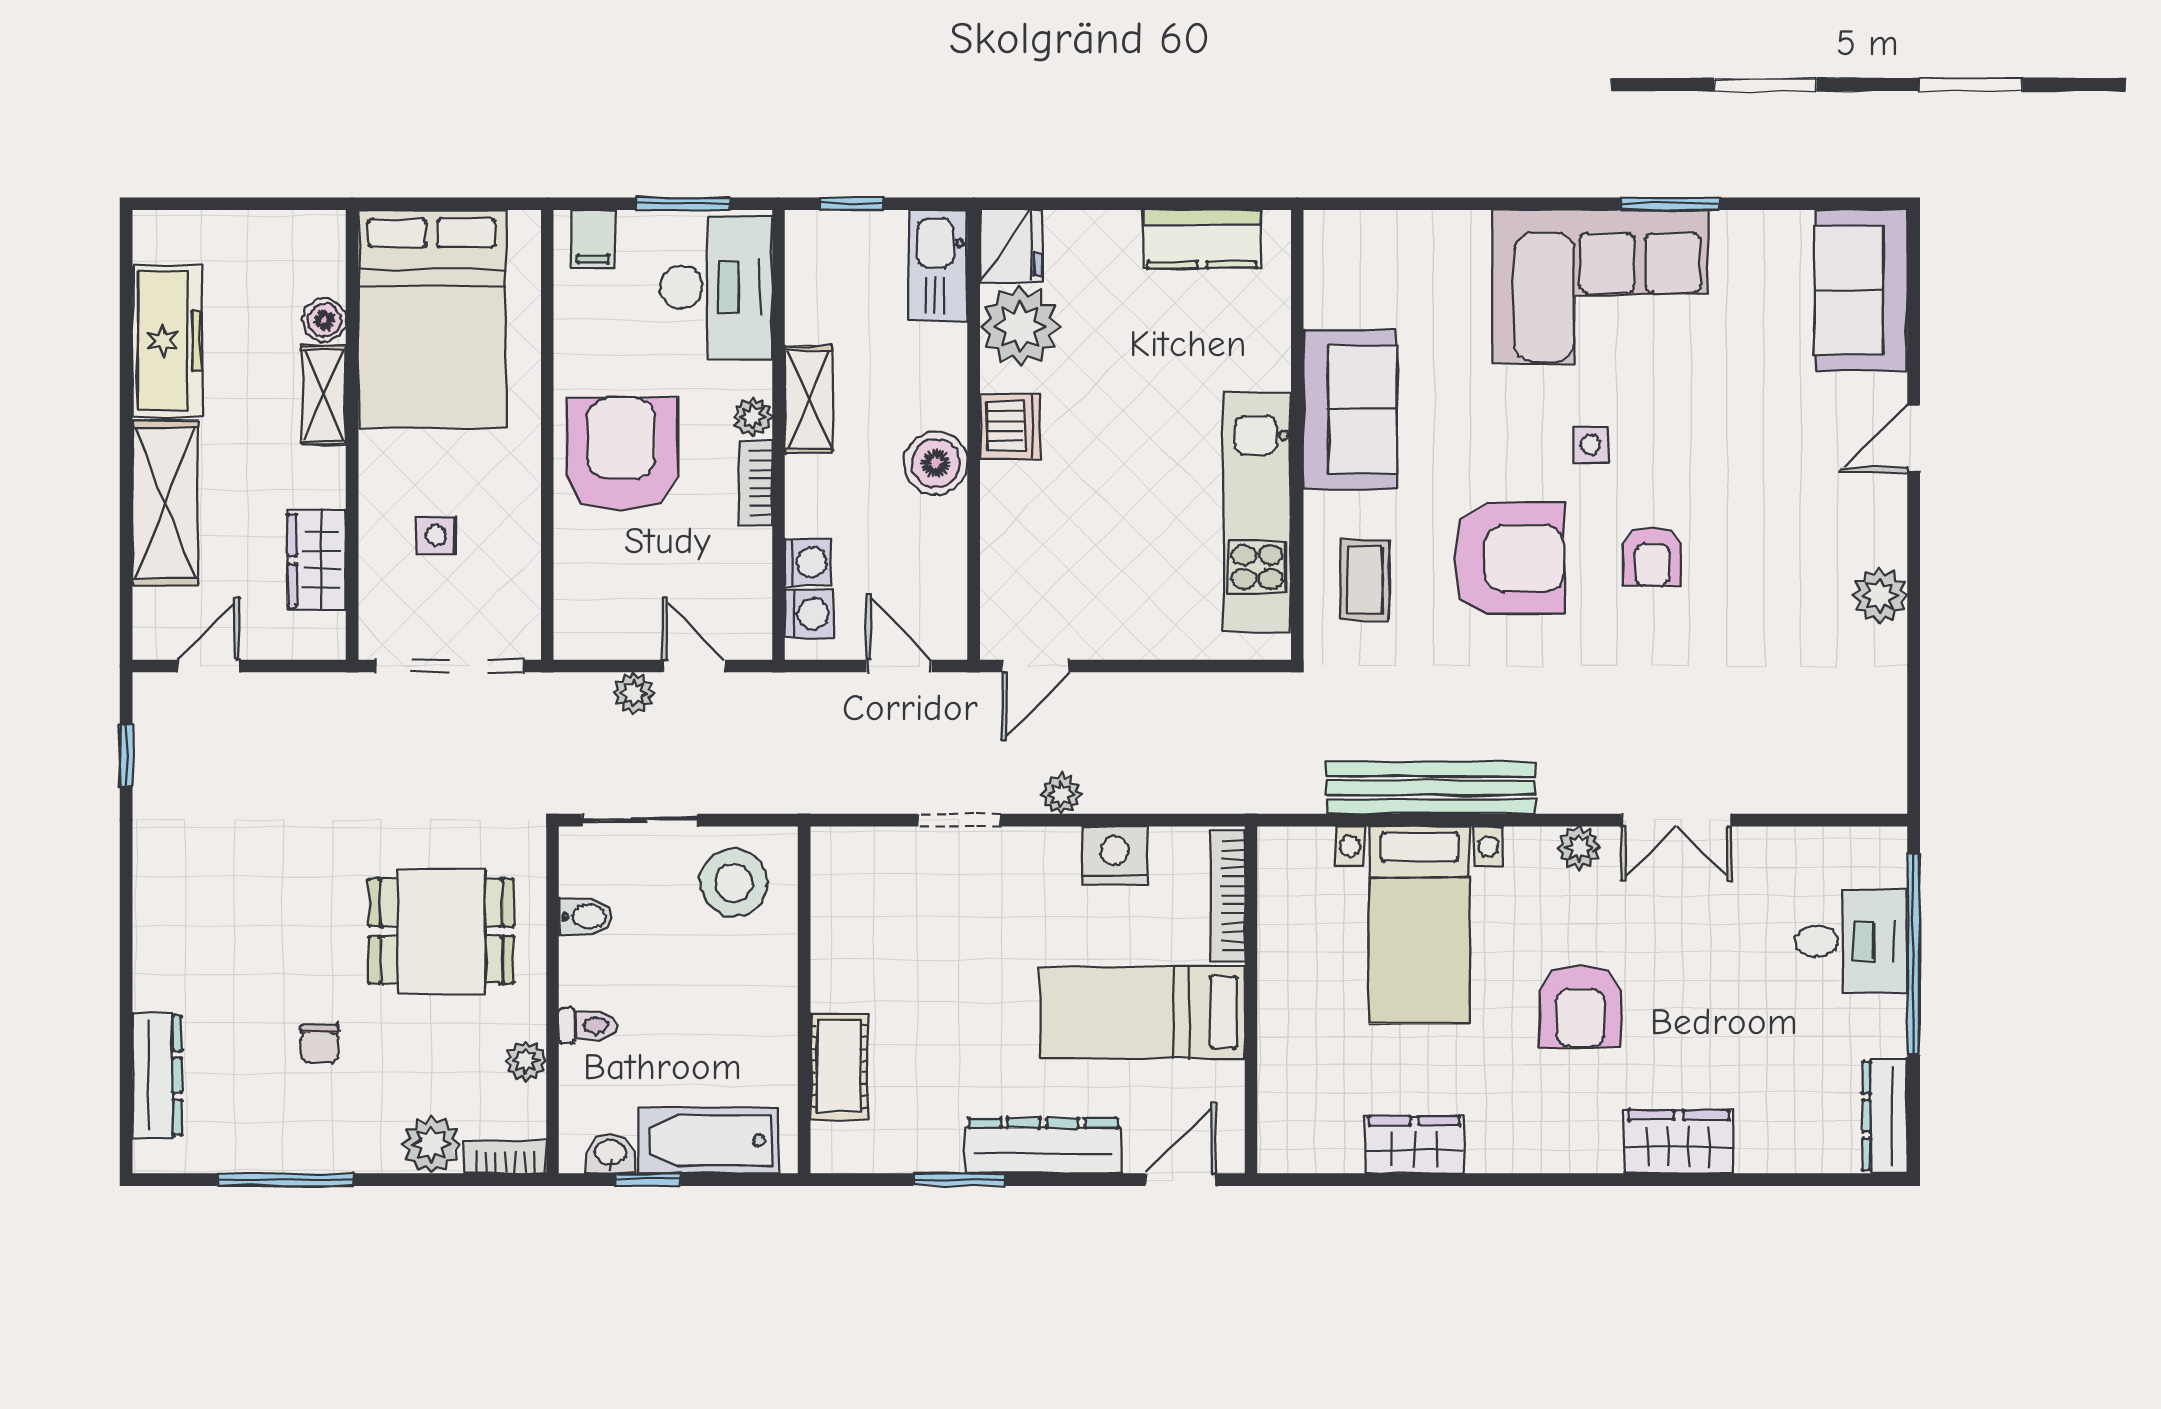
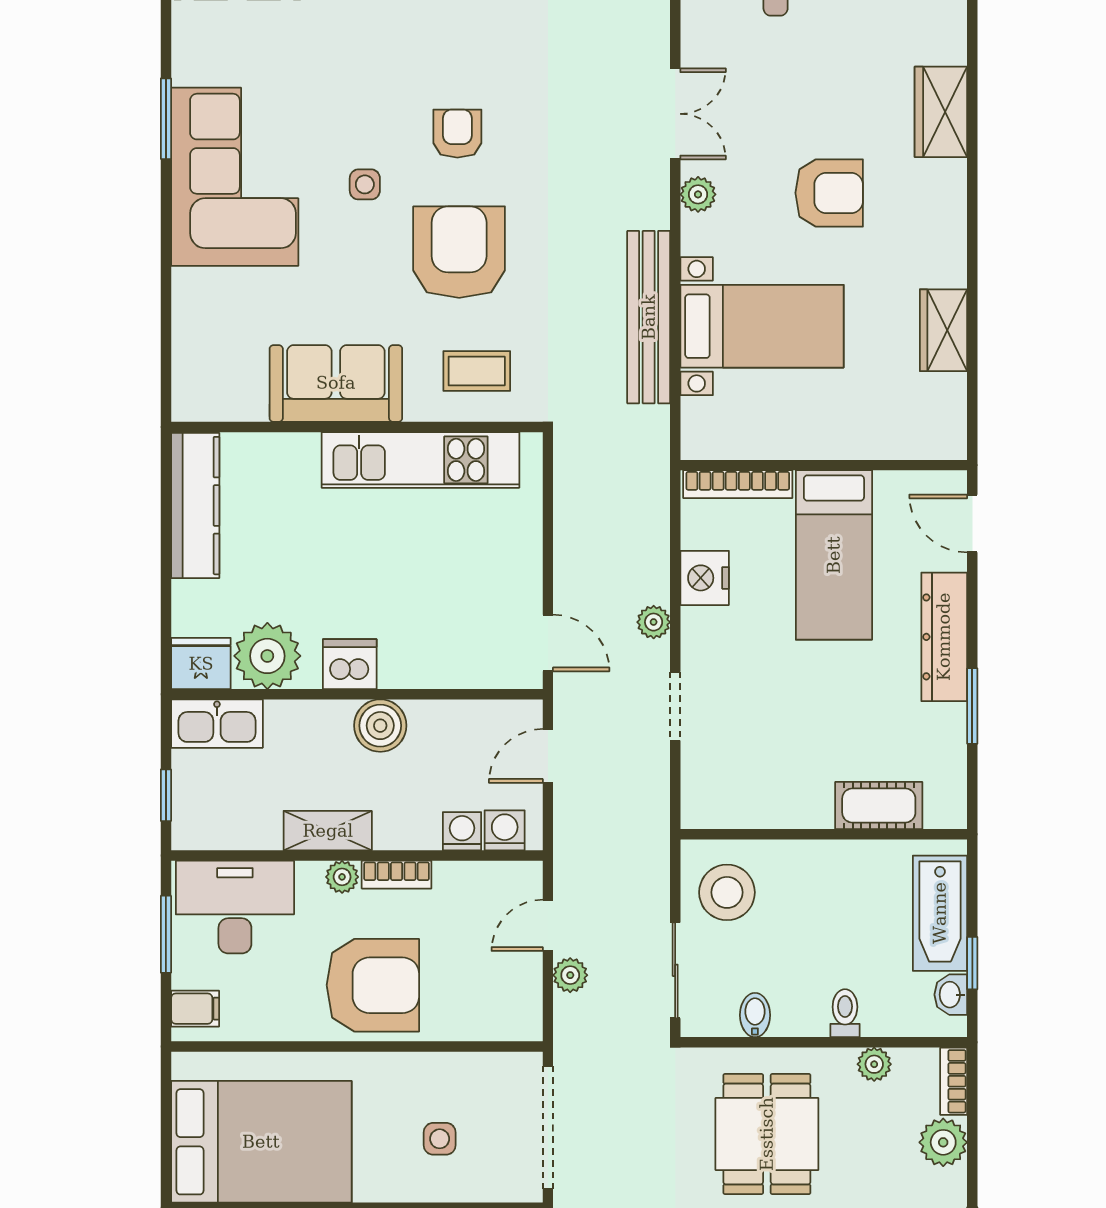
kitchen counter: (1202, 239) -> (195, 506), width x1.50
armchair: (621, 454) -> (373, 985), turned 180
armchair: (1652, 556) -> (457, 134), turned -90

